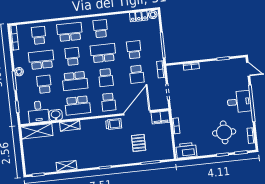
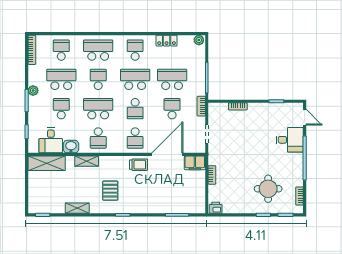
locker: (139, 16) -> (167, 41), moved
school desk: (134, 50) -> (172, 79), width x1.85
school desk: (137, 74) -> (172, 109), turned 180
school desk: (75, 81) -> (98, 109), turned 180
desk: (239, 102) -> (290, 140), moved
school desk: (78, 105) -> (98, 138), width x0.54
pallet: (139, 143) -> (110, 191), moved
printer: (186, 150) -> (216, 208), width x0.53, depth x0.68

